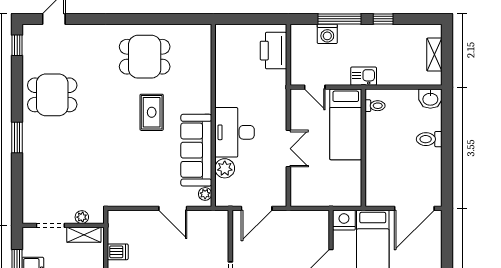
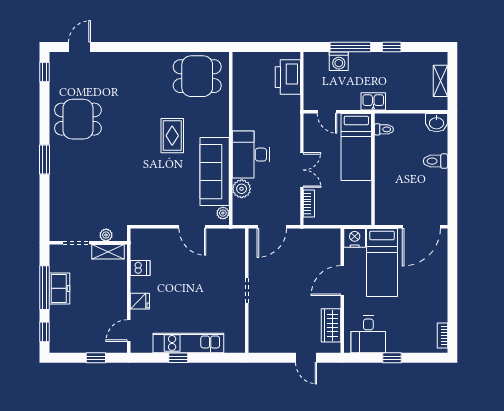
dining table: (145, 57) -> (197, 76), moved
bookcase: (296, 184) -> (309, 203), added

